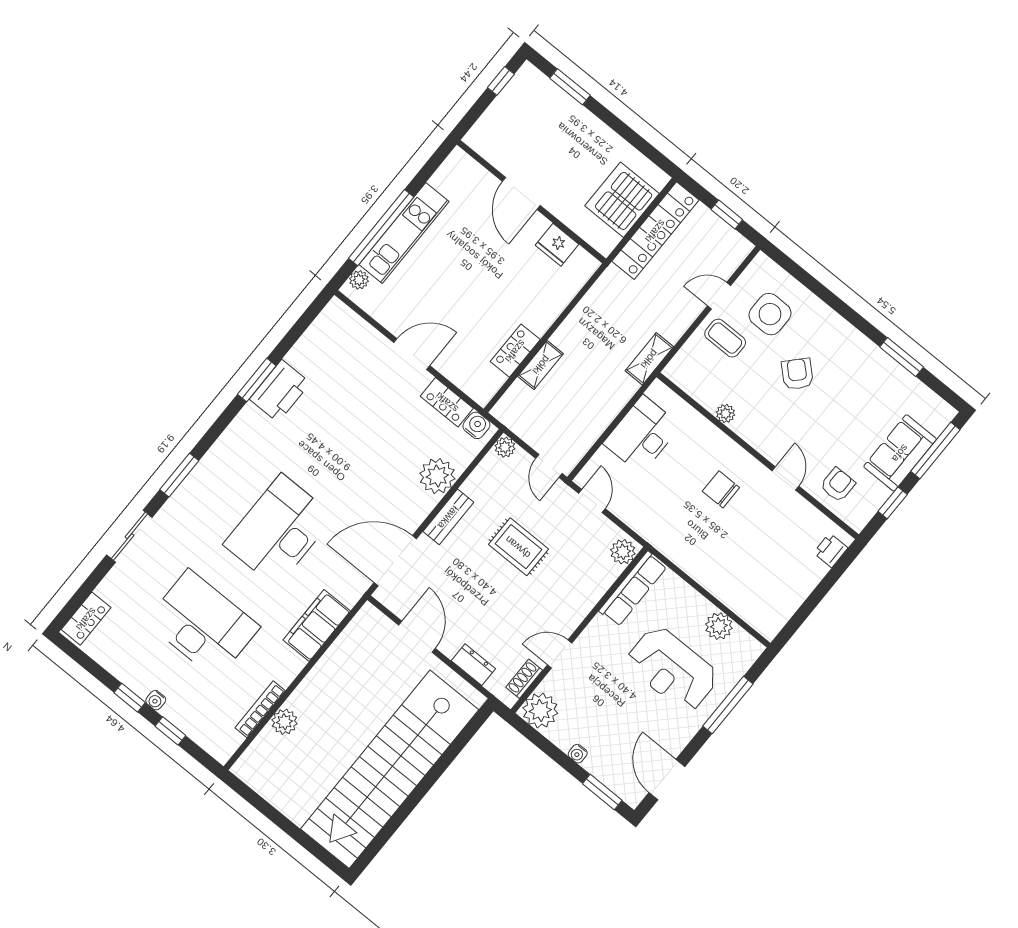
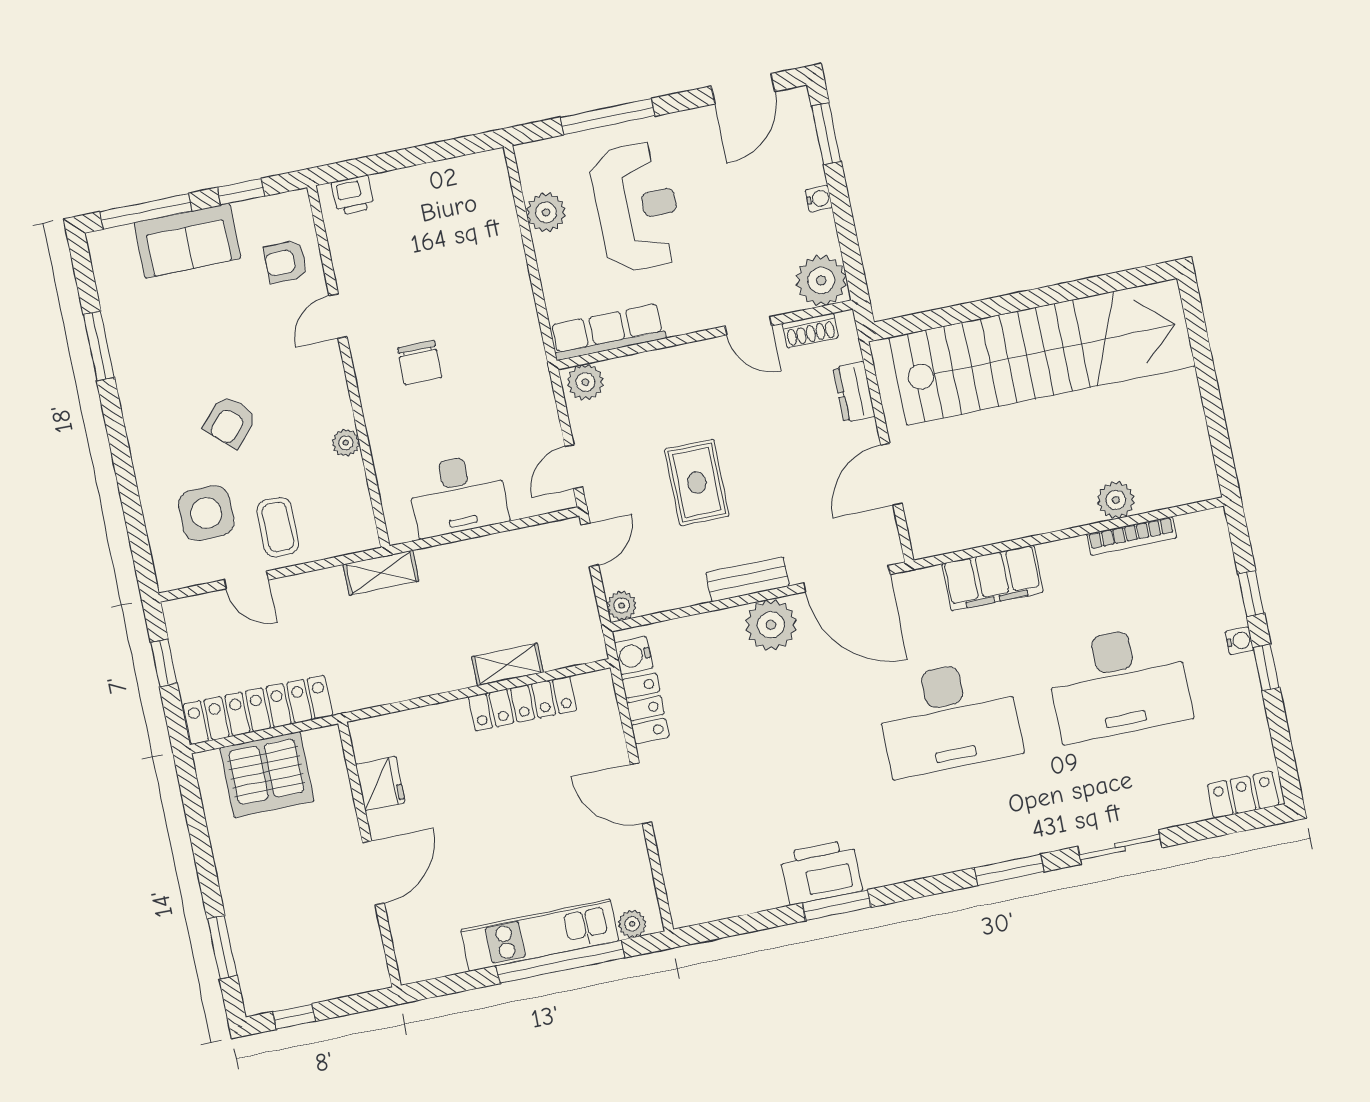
locker: (515, 351) -> (523, 704), width x1.53
plant: (437, 476) -> (771, 625), moved
desk: (203, 624) -> (1118, 683), turned -90

